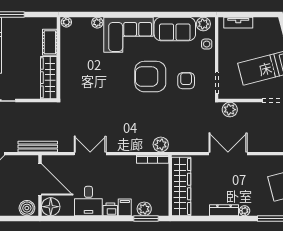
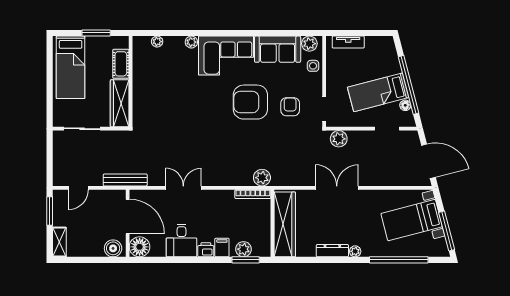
cot: (50, 42) -> (121, 64), moved
wall: (59, 58) -> (131, 81), moved
wardrobe: (49, 78) -> (120, 103), moved

